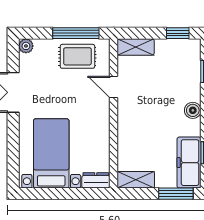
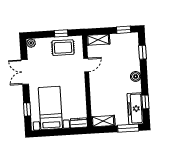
window: (76, 33) -> (61, 33), width x0.46
door: (113, 87) -> (86, 65), swing flipped
window: (13, 153) -> (27, 109), added

